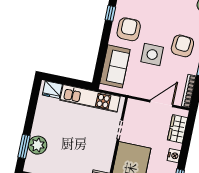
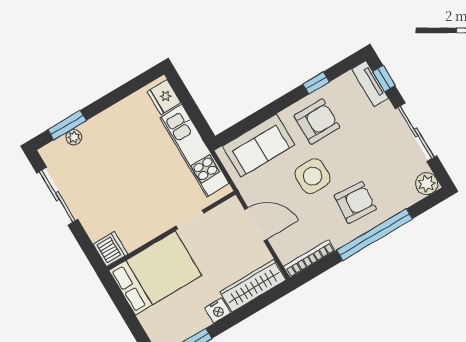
door: (161, 104) -> (256, 224), moved
wardrobe: (178, 129) -> (253, 286), width x1.50
plant: (38, 145) -> (74, 137), width x0.53, depth x0.53

